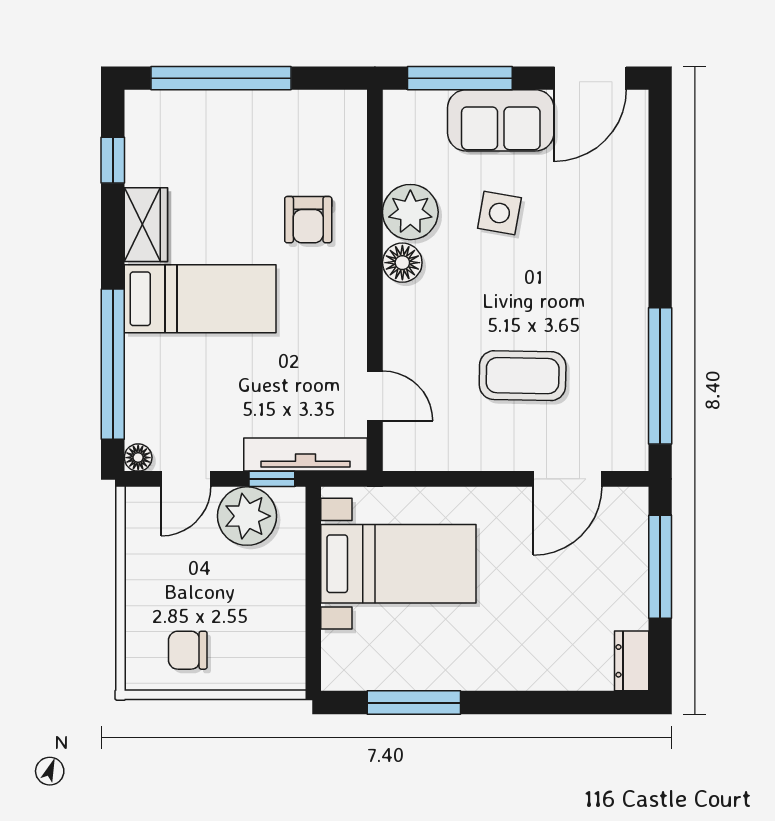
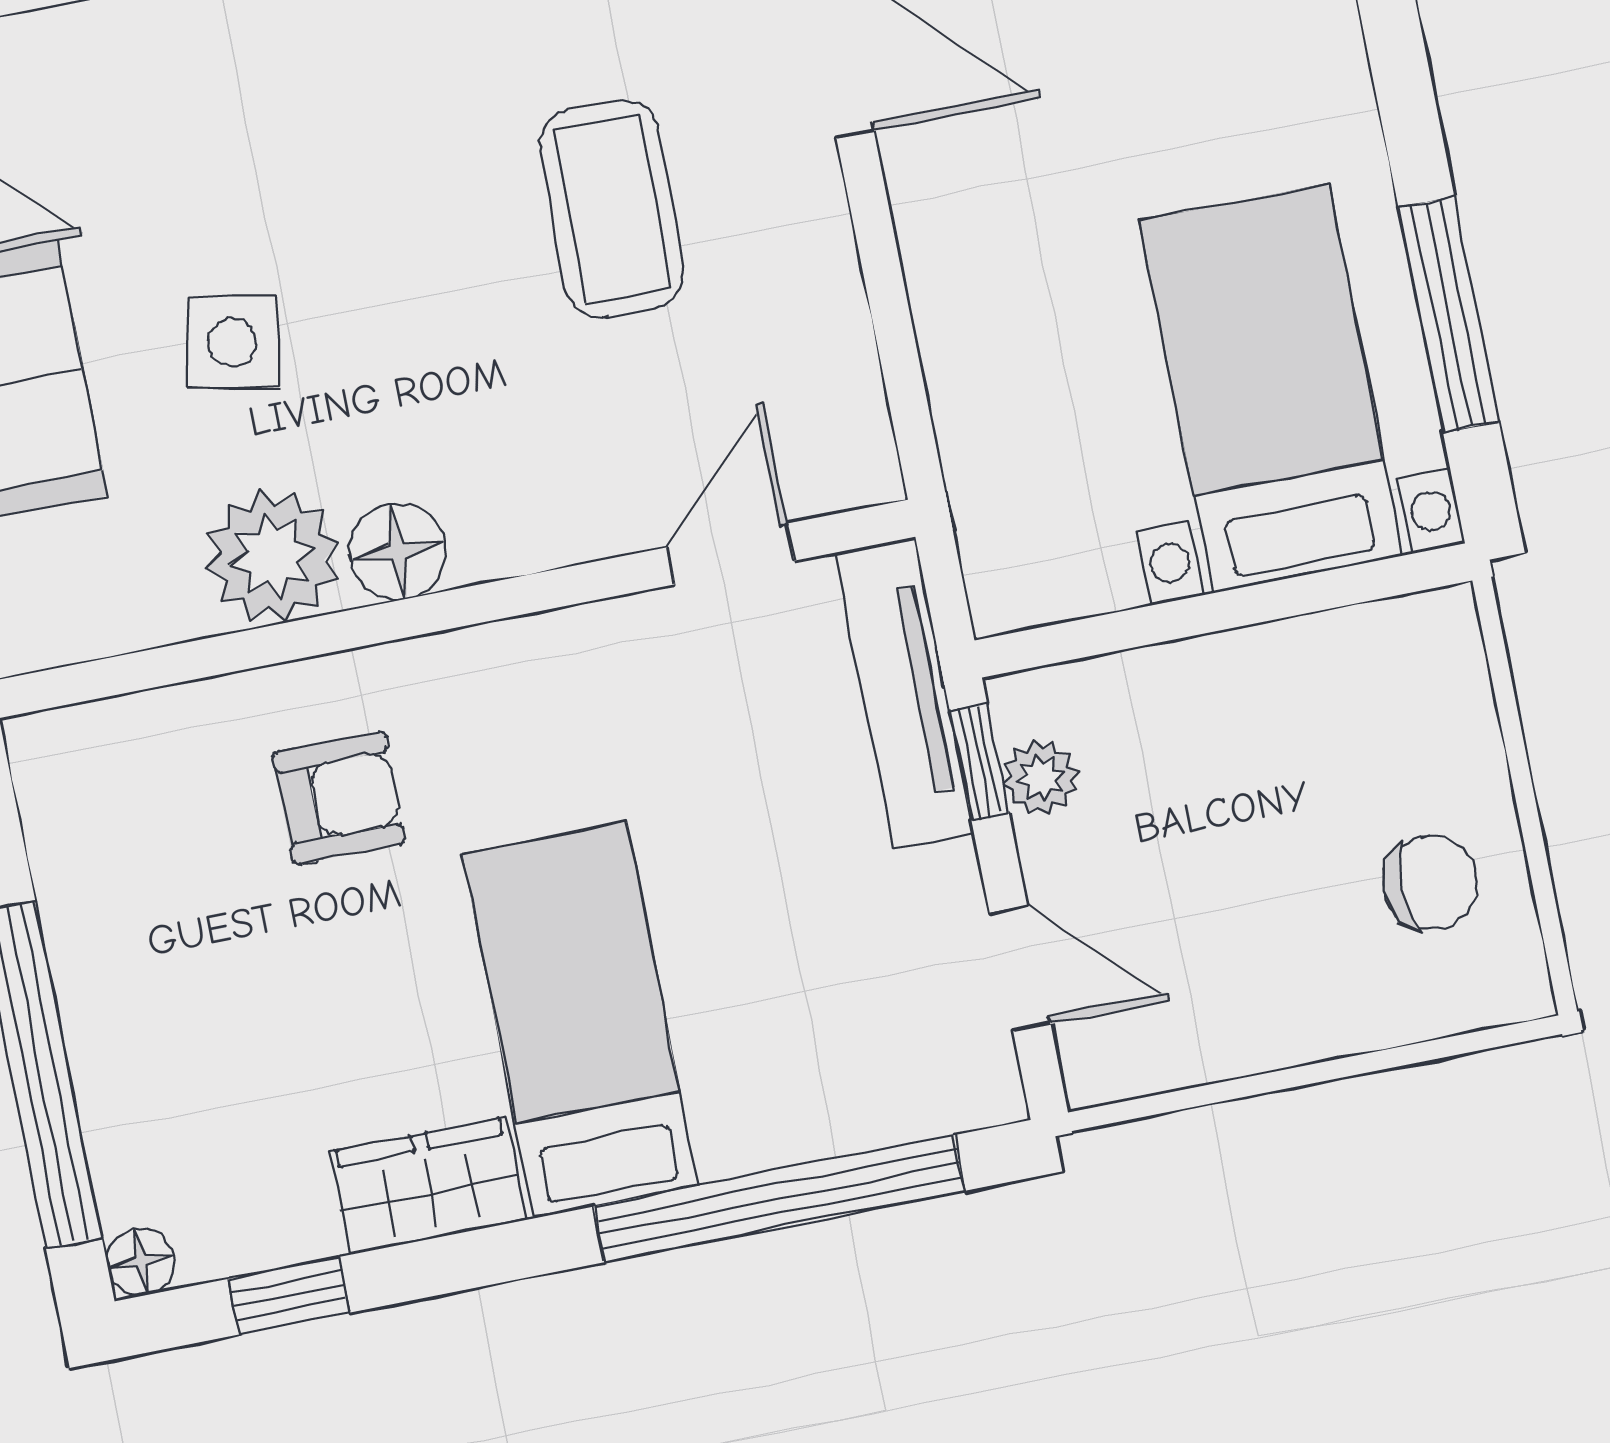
floor lamp: (138, 458) -> (141, 1262), moved
plant: (247, 516) -> (1041, 778), width x0.53, depth x0.53
bed with nightstands: (398, 564) -> (1271, 388), moved
chair: (188, 650) -> (1430, 883), turned -90

